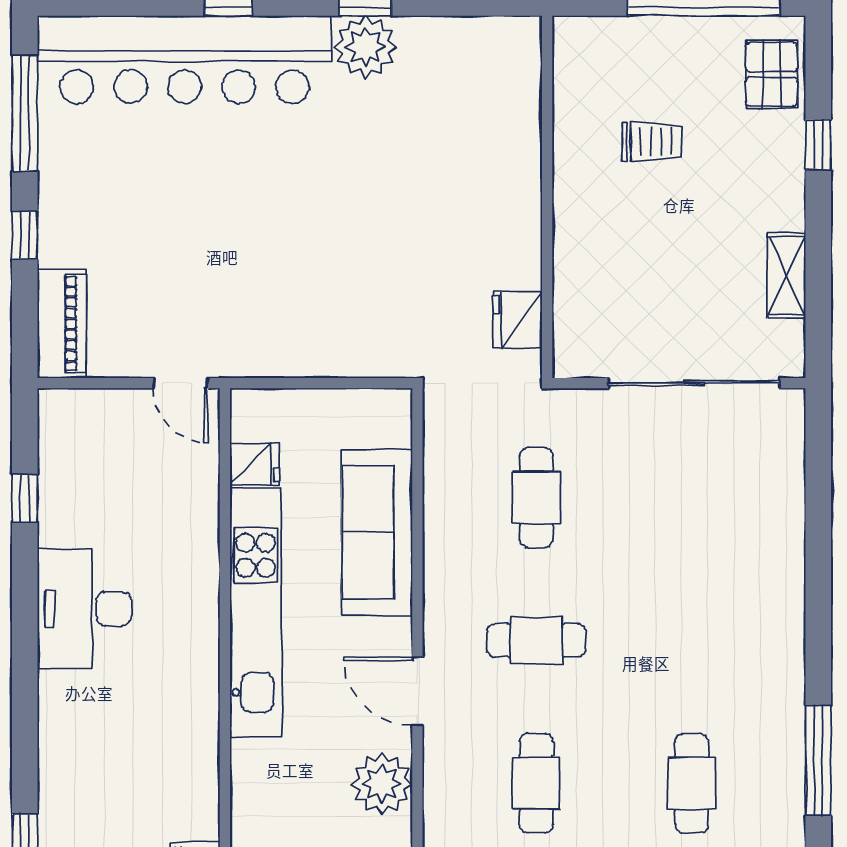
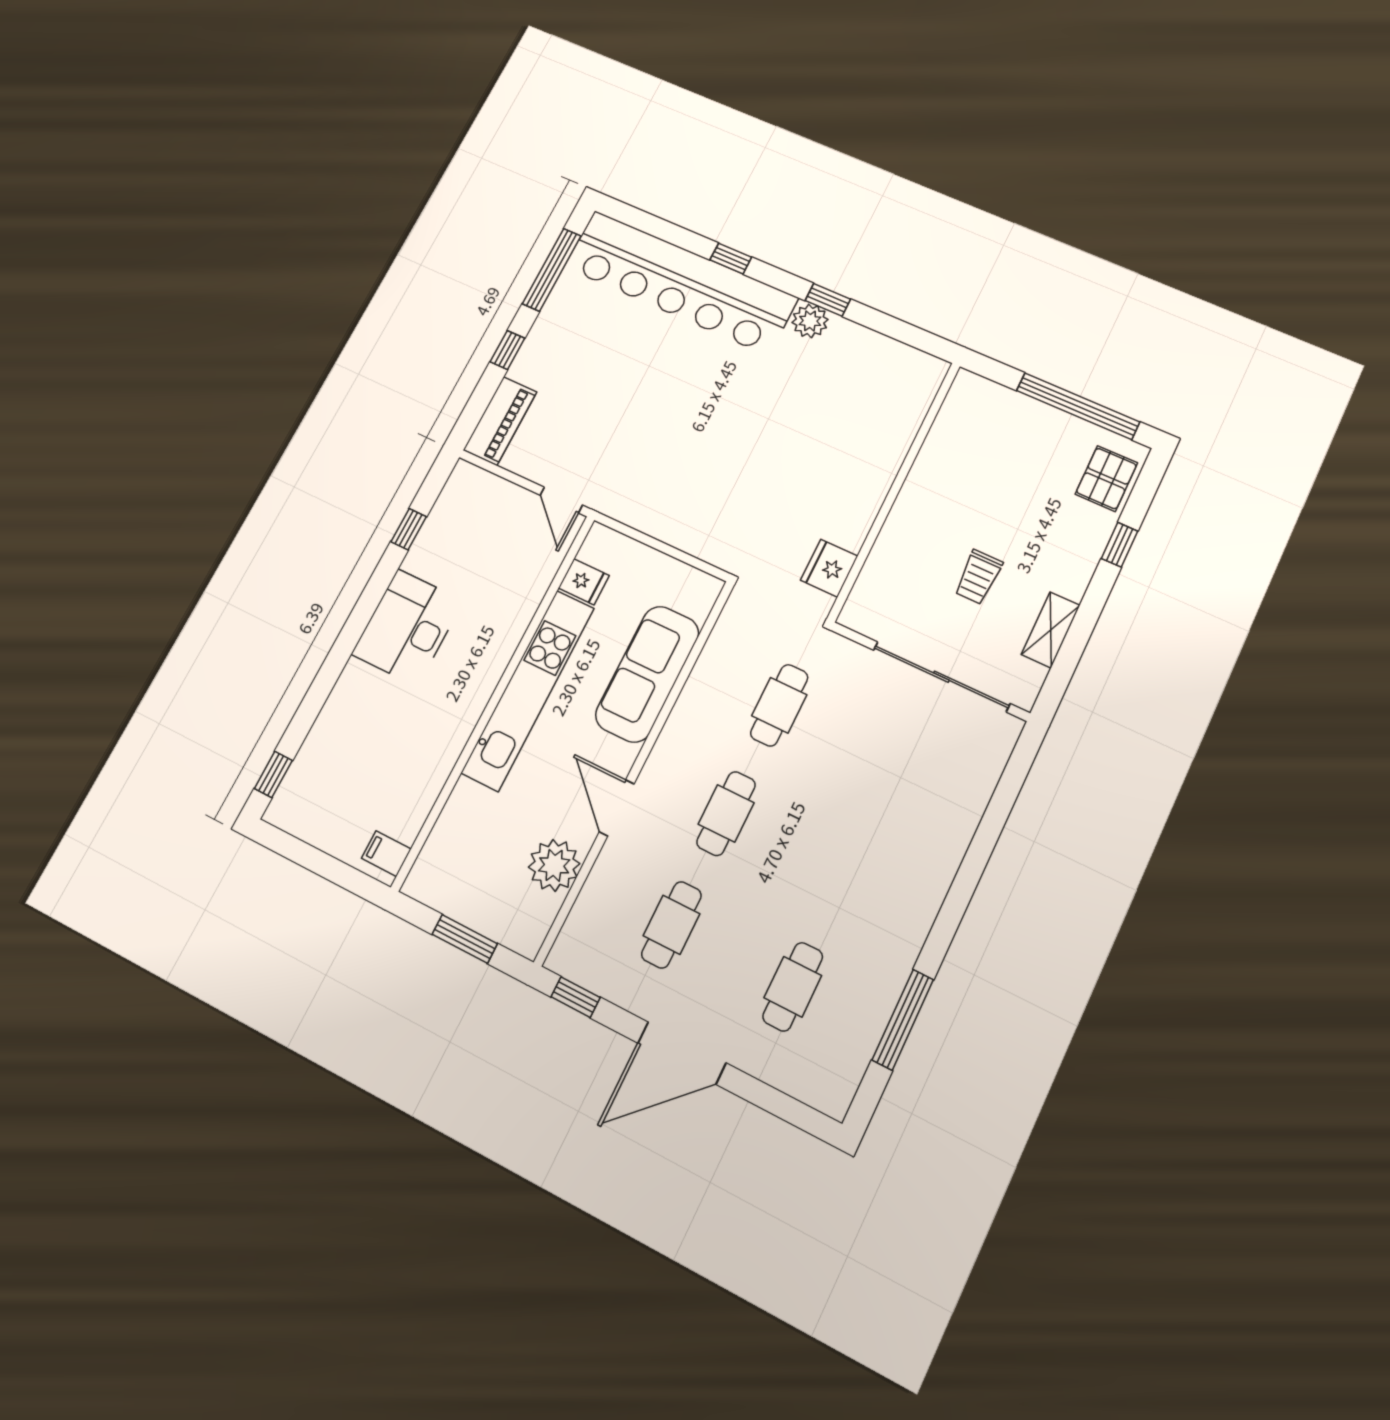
plant: (366, 47) -> (810, 321), width x0.73, depth x0.73
trolley: (652, 142) -> (978, 577), moved, turned 90
cafe table: (536, 640) -> (726, 813), turned 90

